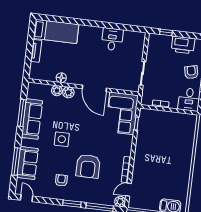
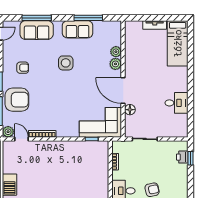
printer: (183, 45) -> (182, 157), moved, width x0.53, depth x0.68
floor lamp: (61, 78) -> (130, 110), moved
door: (94, 88) -> (123, 91), hinge flipped
sofa: (32, 119) -> (78, 29), width x0.73
armchair: (88, 166) -> (17, 100), moved, turned 180

